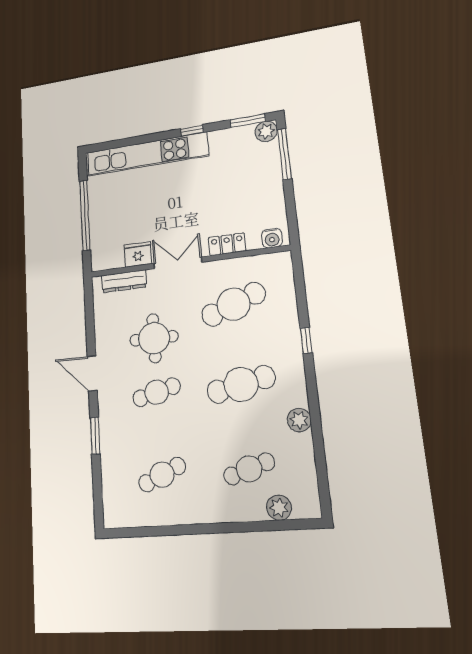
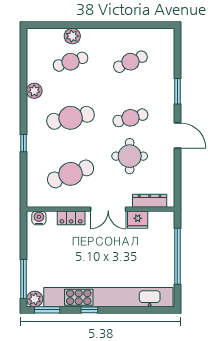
kitchen unit: (147, 154) -> (108, 297), width x1.36
plant: (279, 508) -> (72, 36), moved

